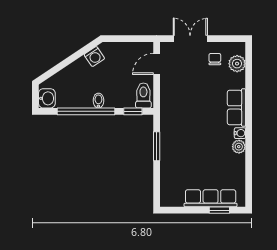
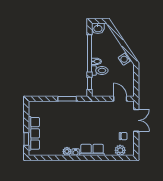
toilet: (143, 95) -> (100, 71), moved

